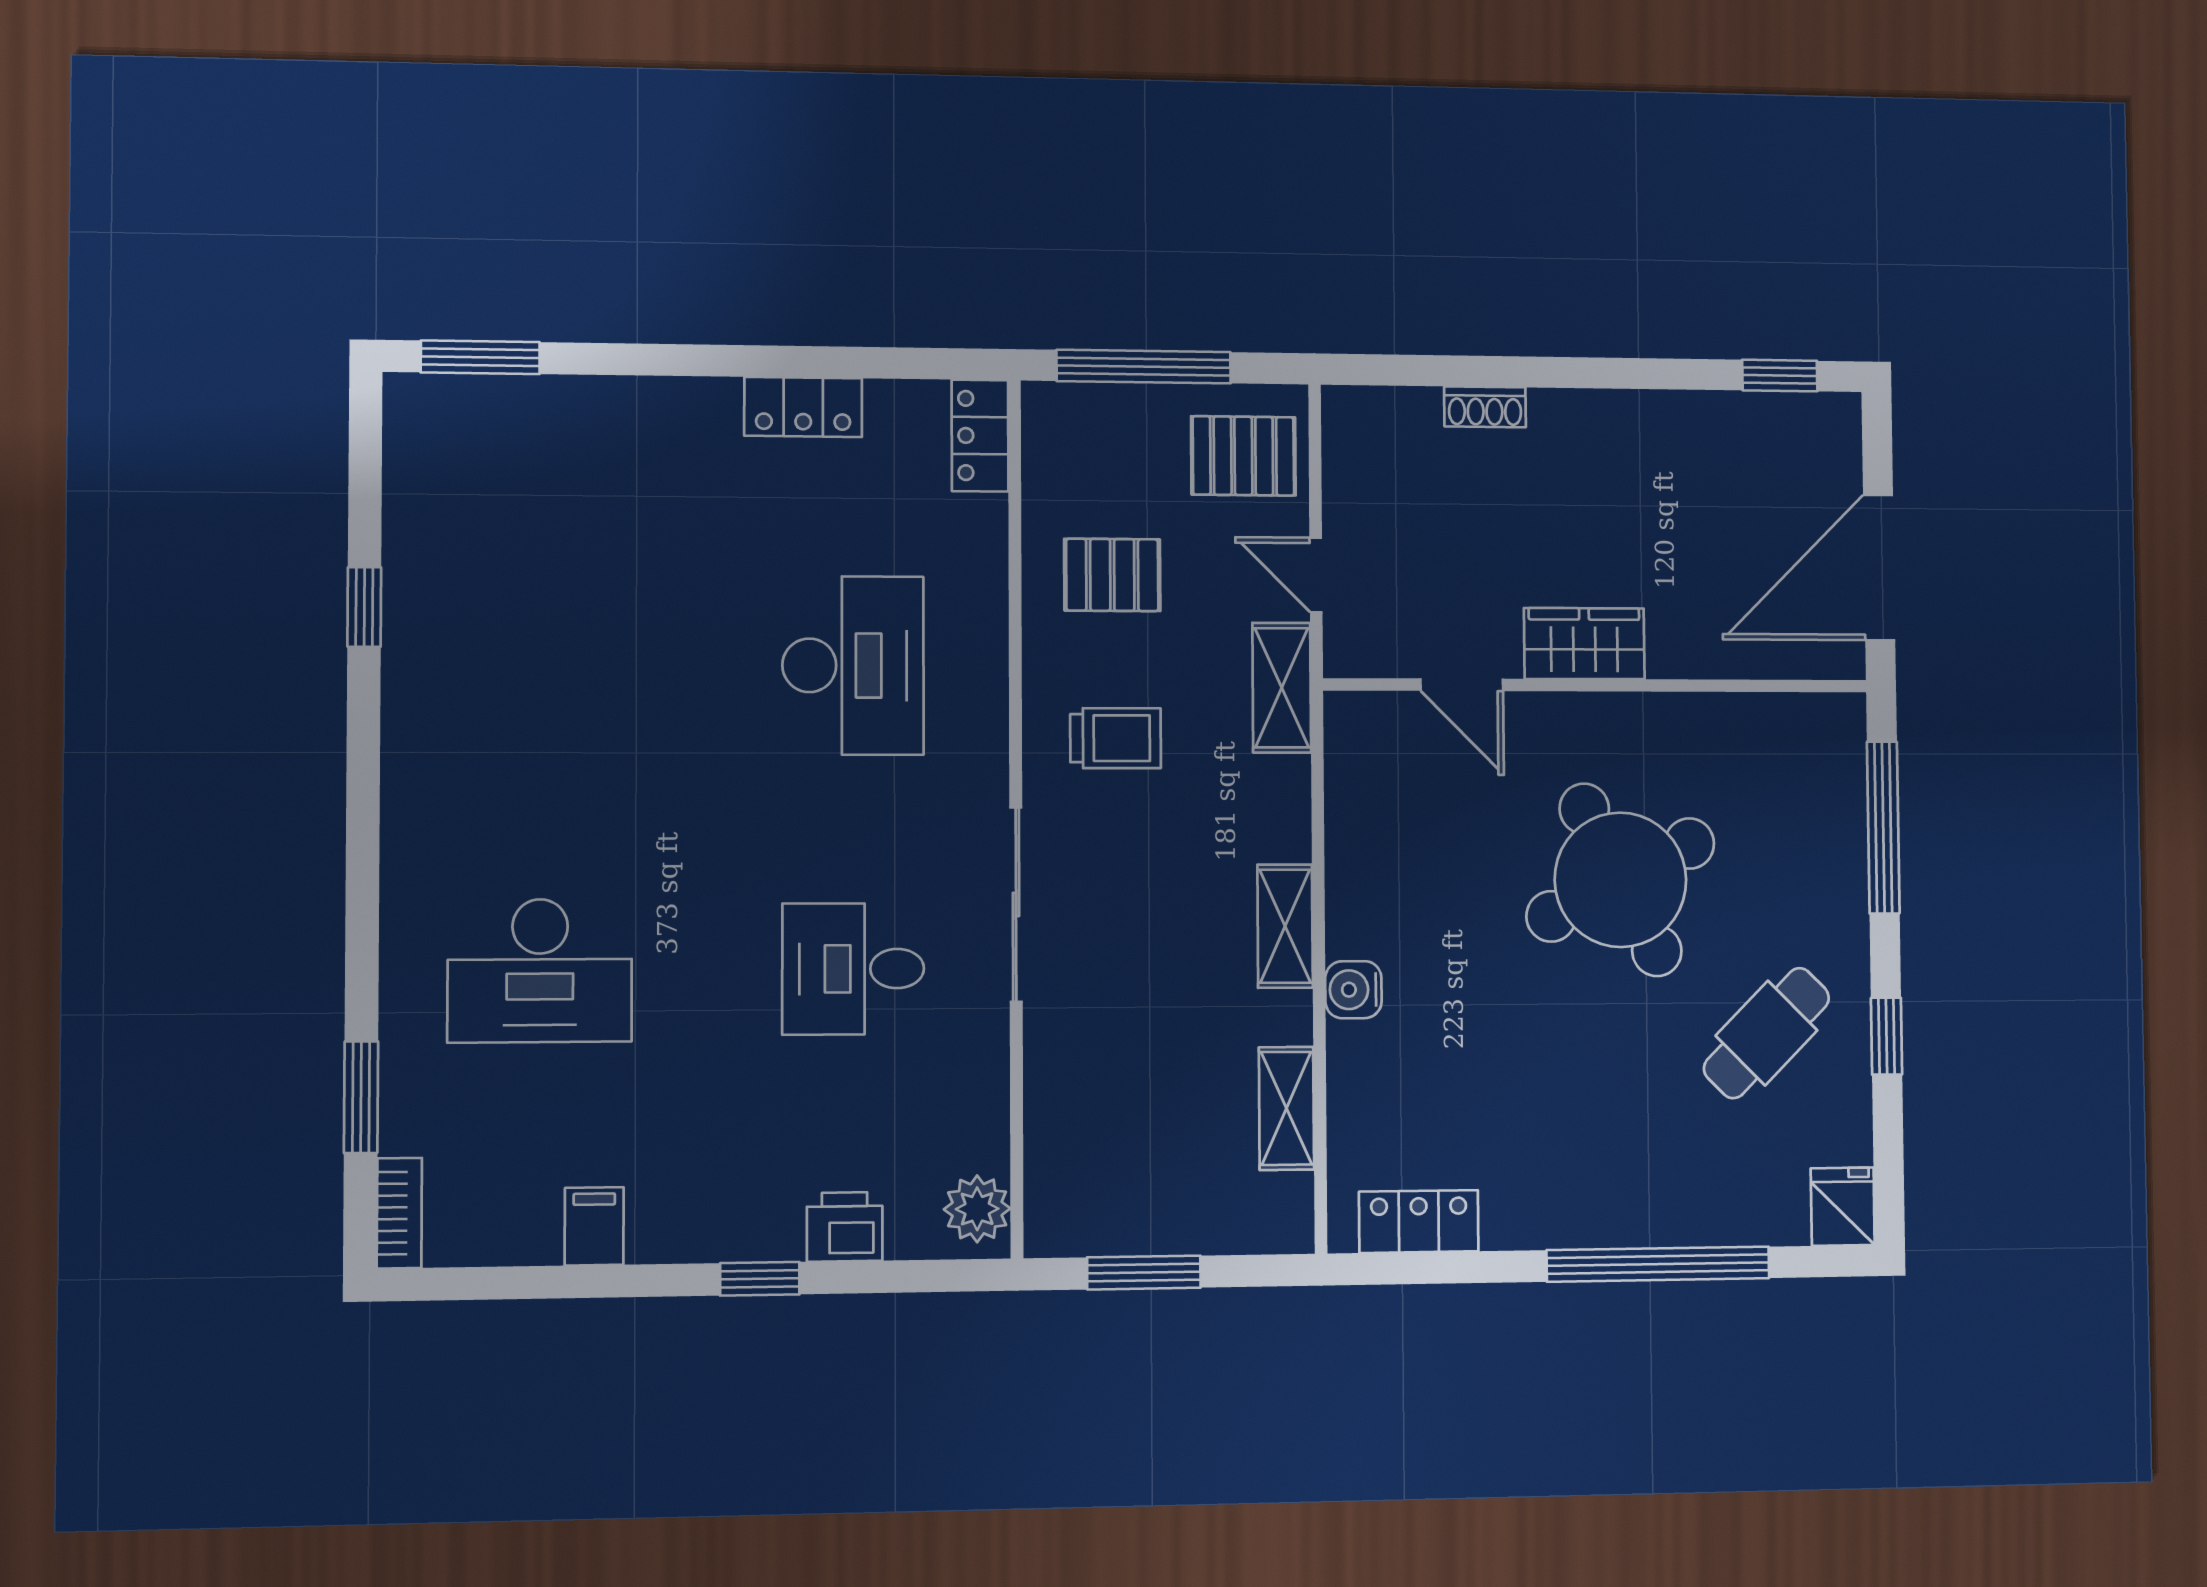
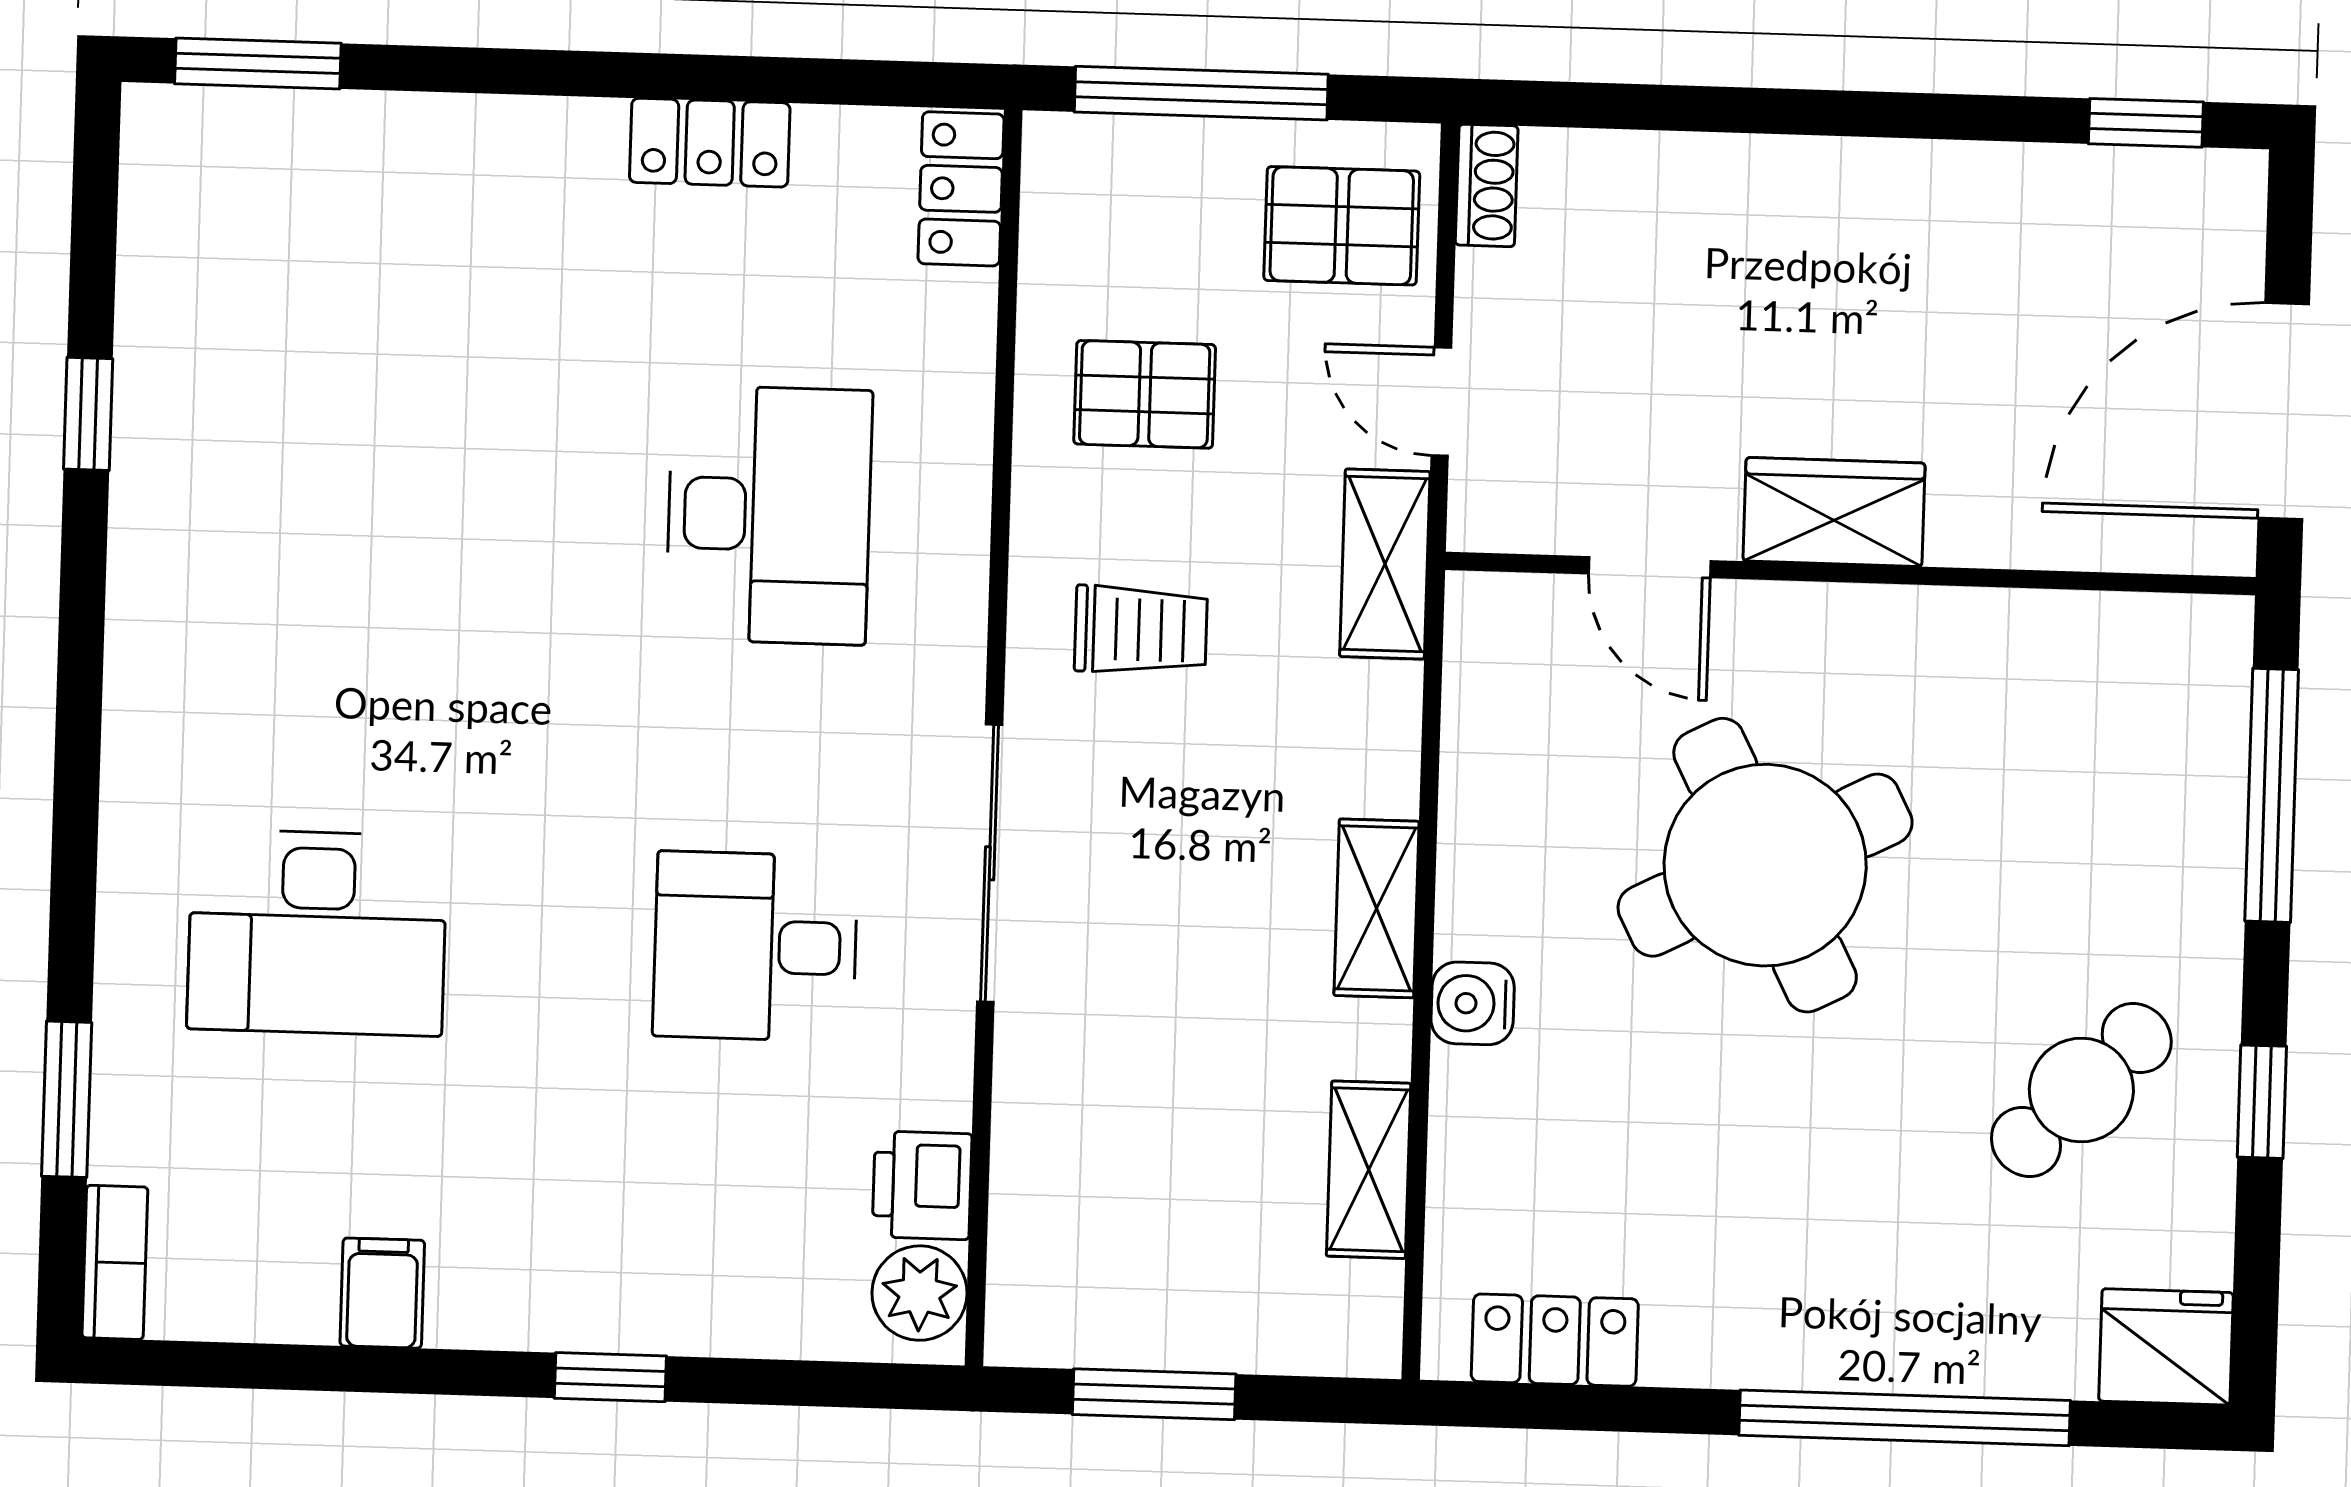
shoe rack: (1485, 407) -> (1487, 185), moved, turned -90
round table: (1621, 880) -> (1765, 865), moved
fridge: (1843, 1207) -> (2166, 1347), width x1.38
printer: (845, 1227) -> (922, 1185), moved, turned -90

